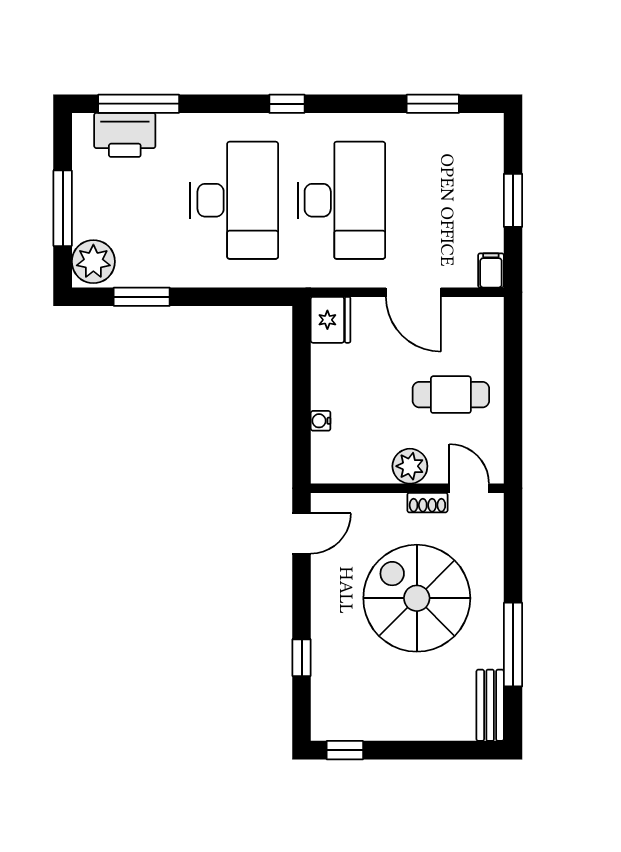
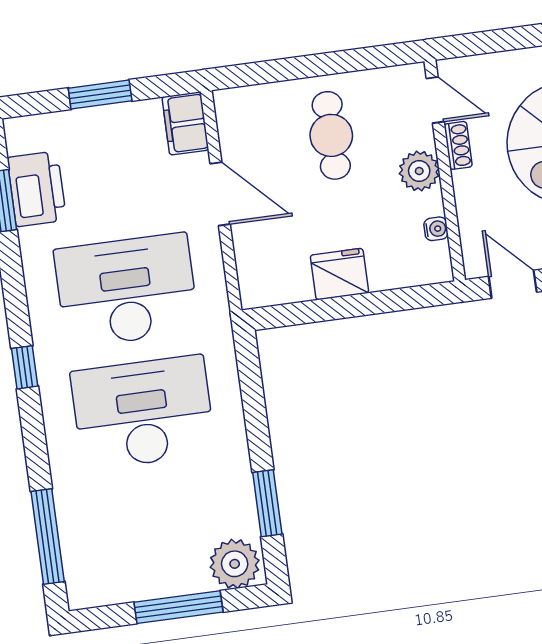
printer: (125, 135) -> (37, 189), moved
filing cabinet: (491, 270) -> (185, 123), width x2.00
door: (413, 292) -> (220, 194), hinge flipped
fridge: (331, 320) -> (339, 274), moved
water cooler: (321, 421) -> (436, 229), moved, turned -90
door: (469, 488) -> (435, 100), swing flipped

